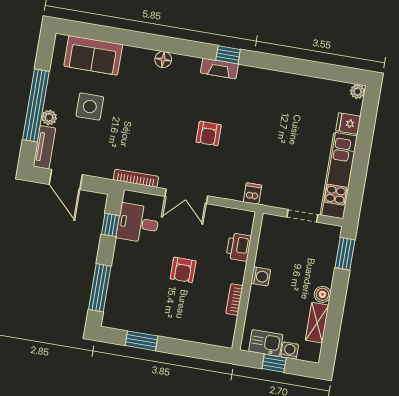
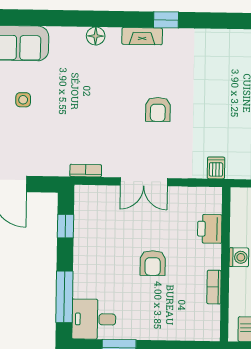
fireplace: (219, 69) -> (142, 36), moved
side table: (90, 107) -> (23, 100), width x0.54, depth x0.54
bookcase: (136, 178) -> (86, 171), width x0.64
desk: (138, 223) -> (94, 319), moved

